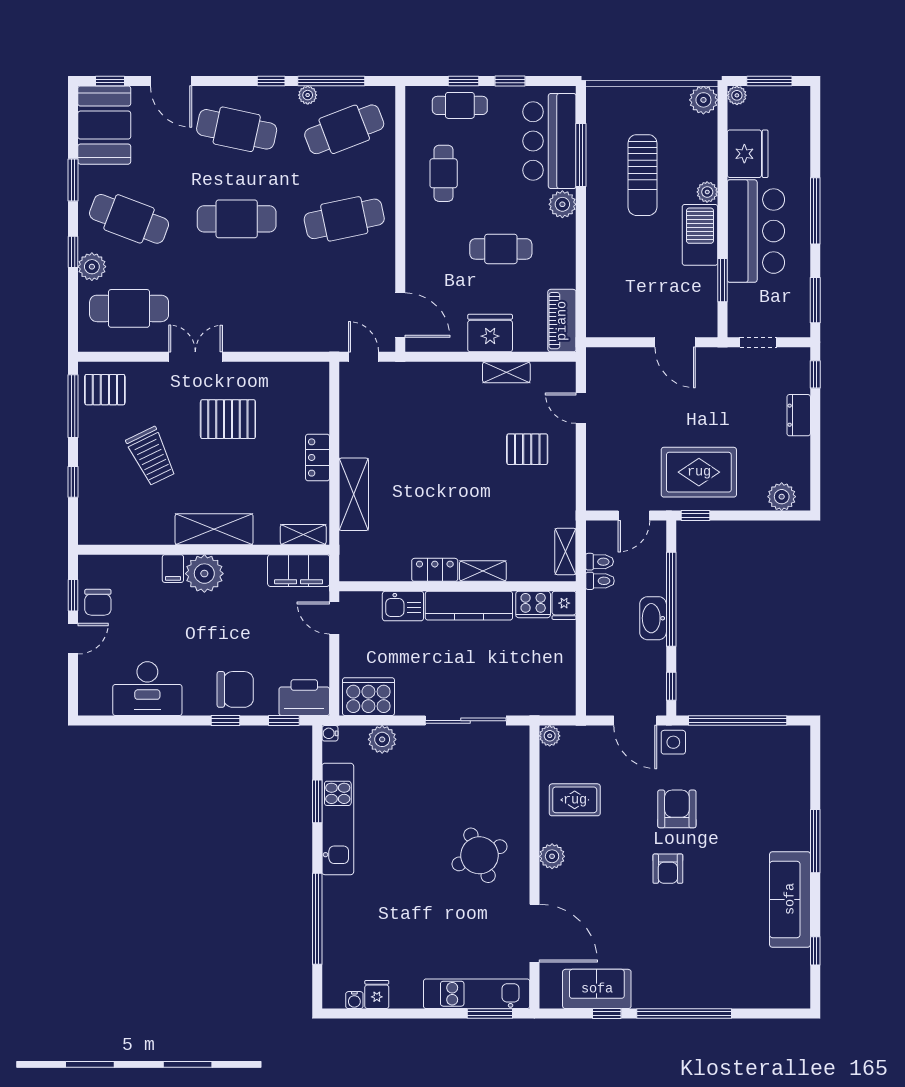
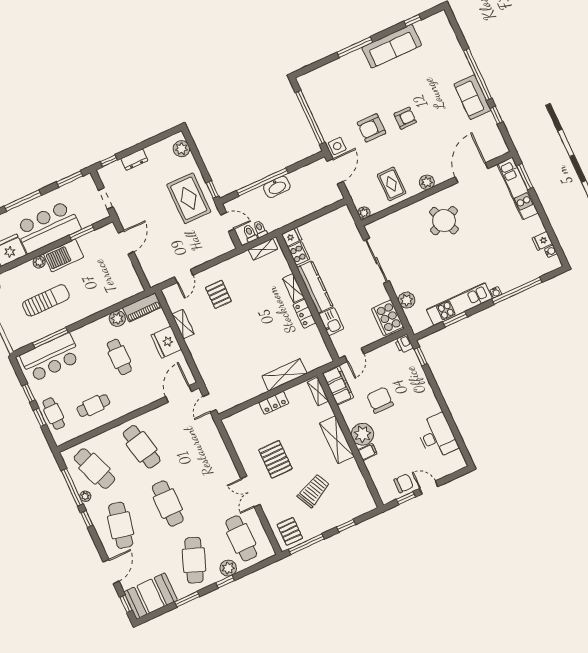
plant: (562, 204) -> (117, 319), moved
toilet: (600, 581) -> (250, 233), moved
window: (671, 686) -> (308, 161), removed
chair: (235, 689) -> (380, 400), moved
printer: (304, 698) -> (404, 344), width x0.53, depth x0.68
window: (226, 721) -> (435, 387), removed
water cooler: (330, 733) -> (496, 292), moved
sofa: (597, 989) -> (472, 97), moved

